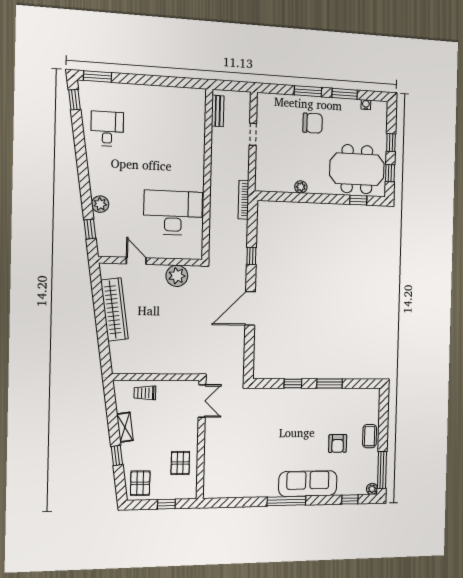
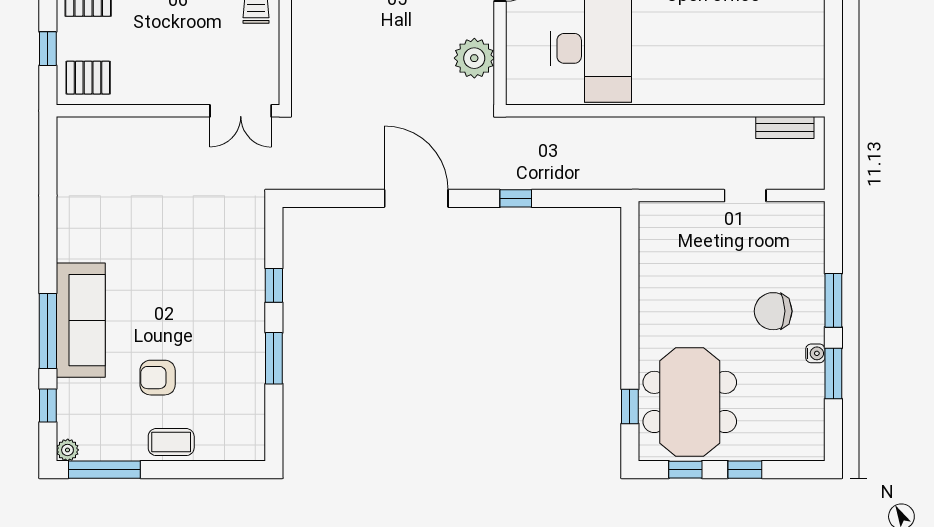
water cooler: (366, 105) -> (815, 353), moved
chair: (313, 123) -> (773, 311), turned 90
plant: (301, 187) -> (650, 291), removed
bookcase: (243, 200) -> (621, 181), removed
pallet: (180, 463) -> (88, 78), moved
window: (286, 501) -> (48, 331), moved

